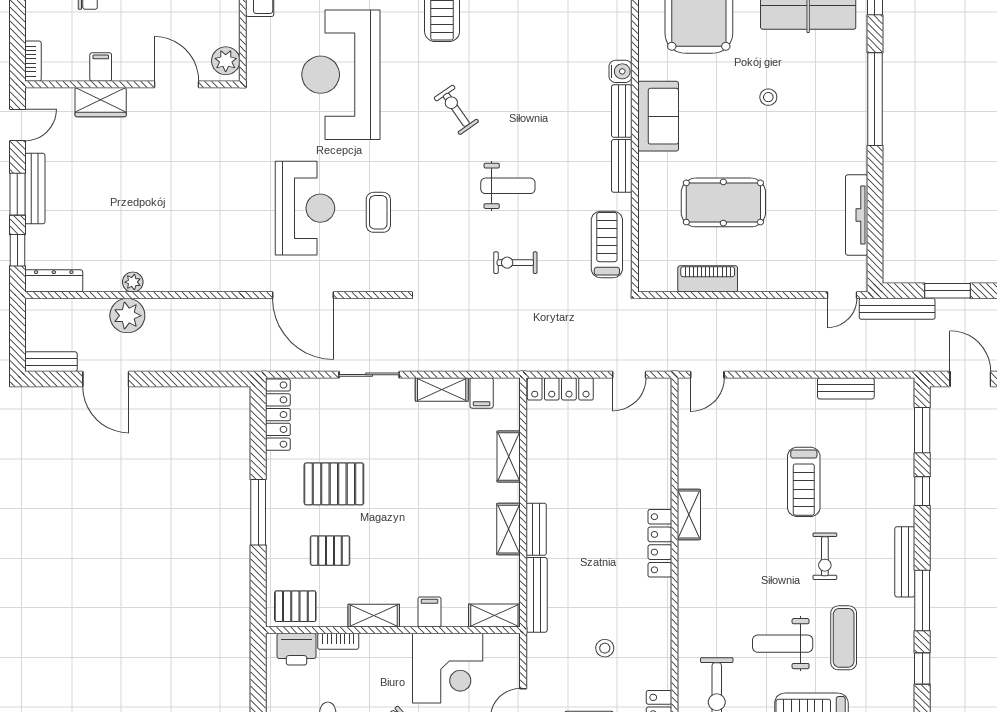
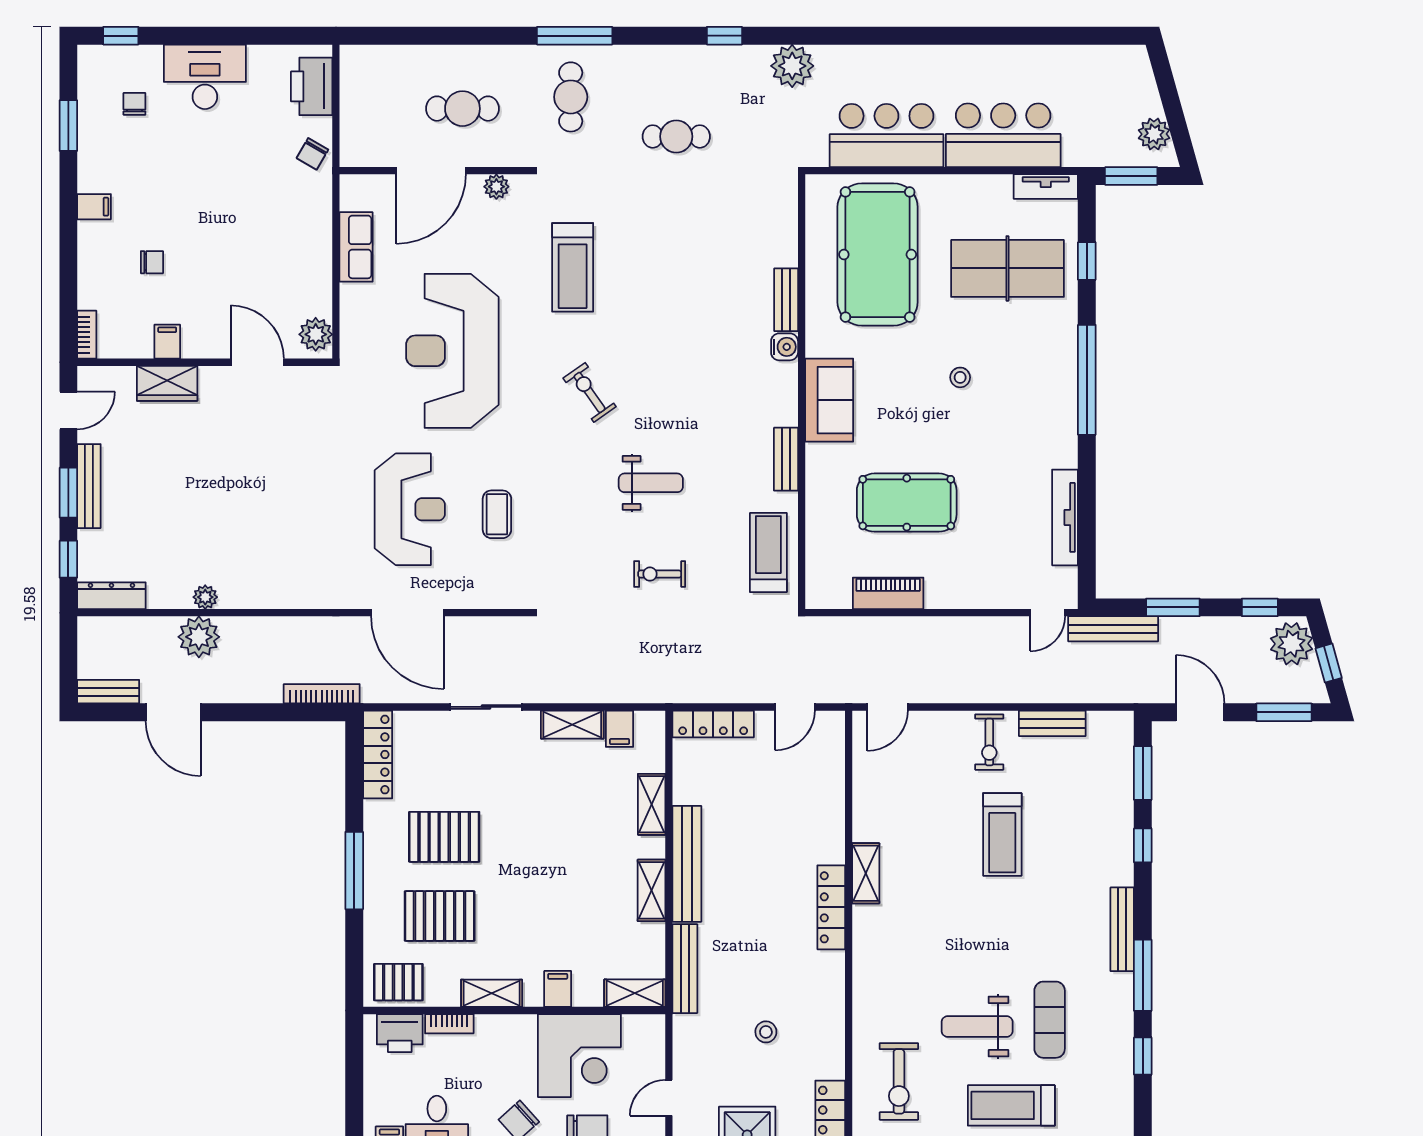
bench: (622, 111) -> (786, 300), moved
bookcase: (231, 363) -> (322, 694), added
bench: (536, 529) -> (687, 864), width x1.86, depth x1.21
pallet: (330, 551) -> (440, 916), width x1.50, depth x1.42
exercise bike: (825, 556) -> (989, 742), moved

